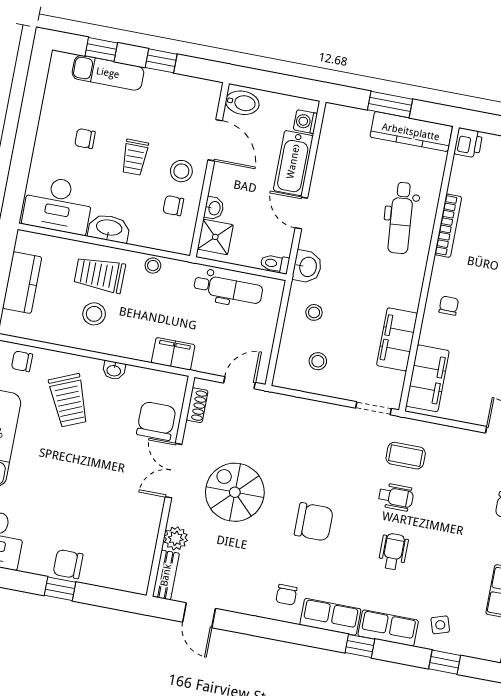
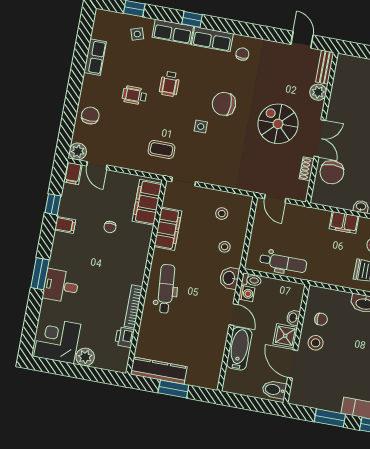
window: (161, 61) -> (330, 418), width x1.50
washing machine: (305, 122) -> (247, 293), moved
printer: (468, 143) -> (125, 337), moved
trolley: (135, 157) -> (347, 352), removed
dental chair: (401, 218) -> (166, 289), moved
shower: (215, 237) -> (285, 336), moved
stool: (153, 266) -> (335, 278), removed
dental chair: (228, 289) -> (283, 263), turned 180
chair: (449, 306) -> (110, 227), moved
filing cabinet: (173, 354) -> (344, 222), moved
door: (240, 383) -> (275, 199), hinge flipped
shoe rack: (197, 405) -> (307, 169), moved
side table: (348, 489) -> (201, 127), added
spiral stairs: (235, 492) -> (278, 124), turned 180
wheelchair: (396, 497) -> (134, 95), moved

